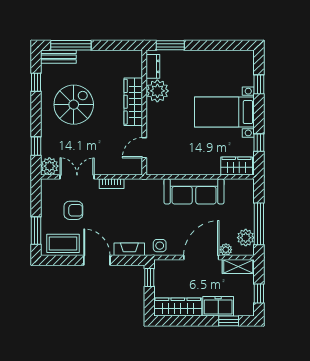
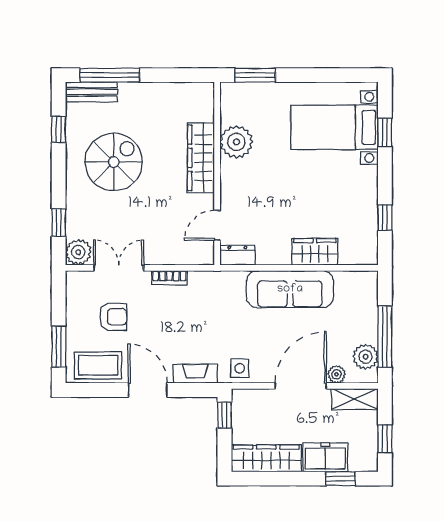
dresser: (153, 66) -> (237, 255), moved, turned -90
bed with nightstands: (224, 112) -> (334, 127), moved
wardrobe: (237, 166) -> (315, 252), moved

